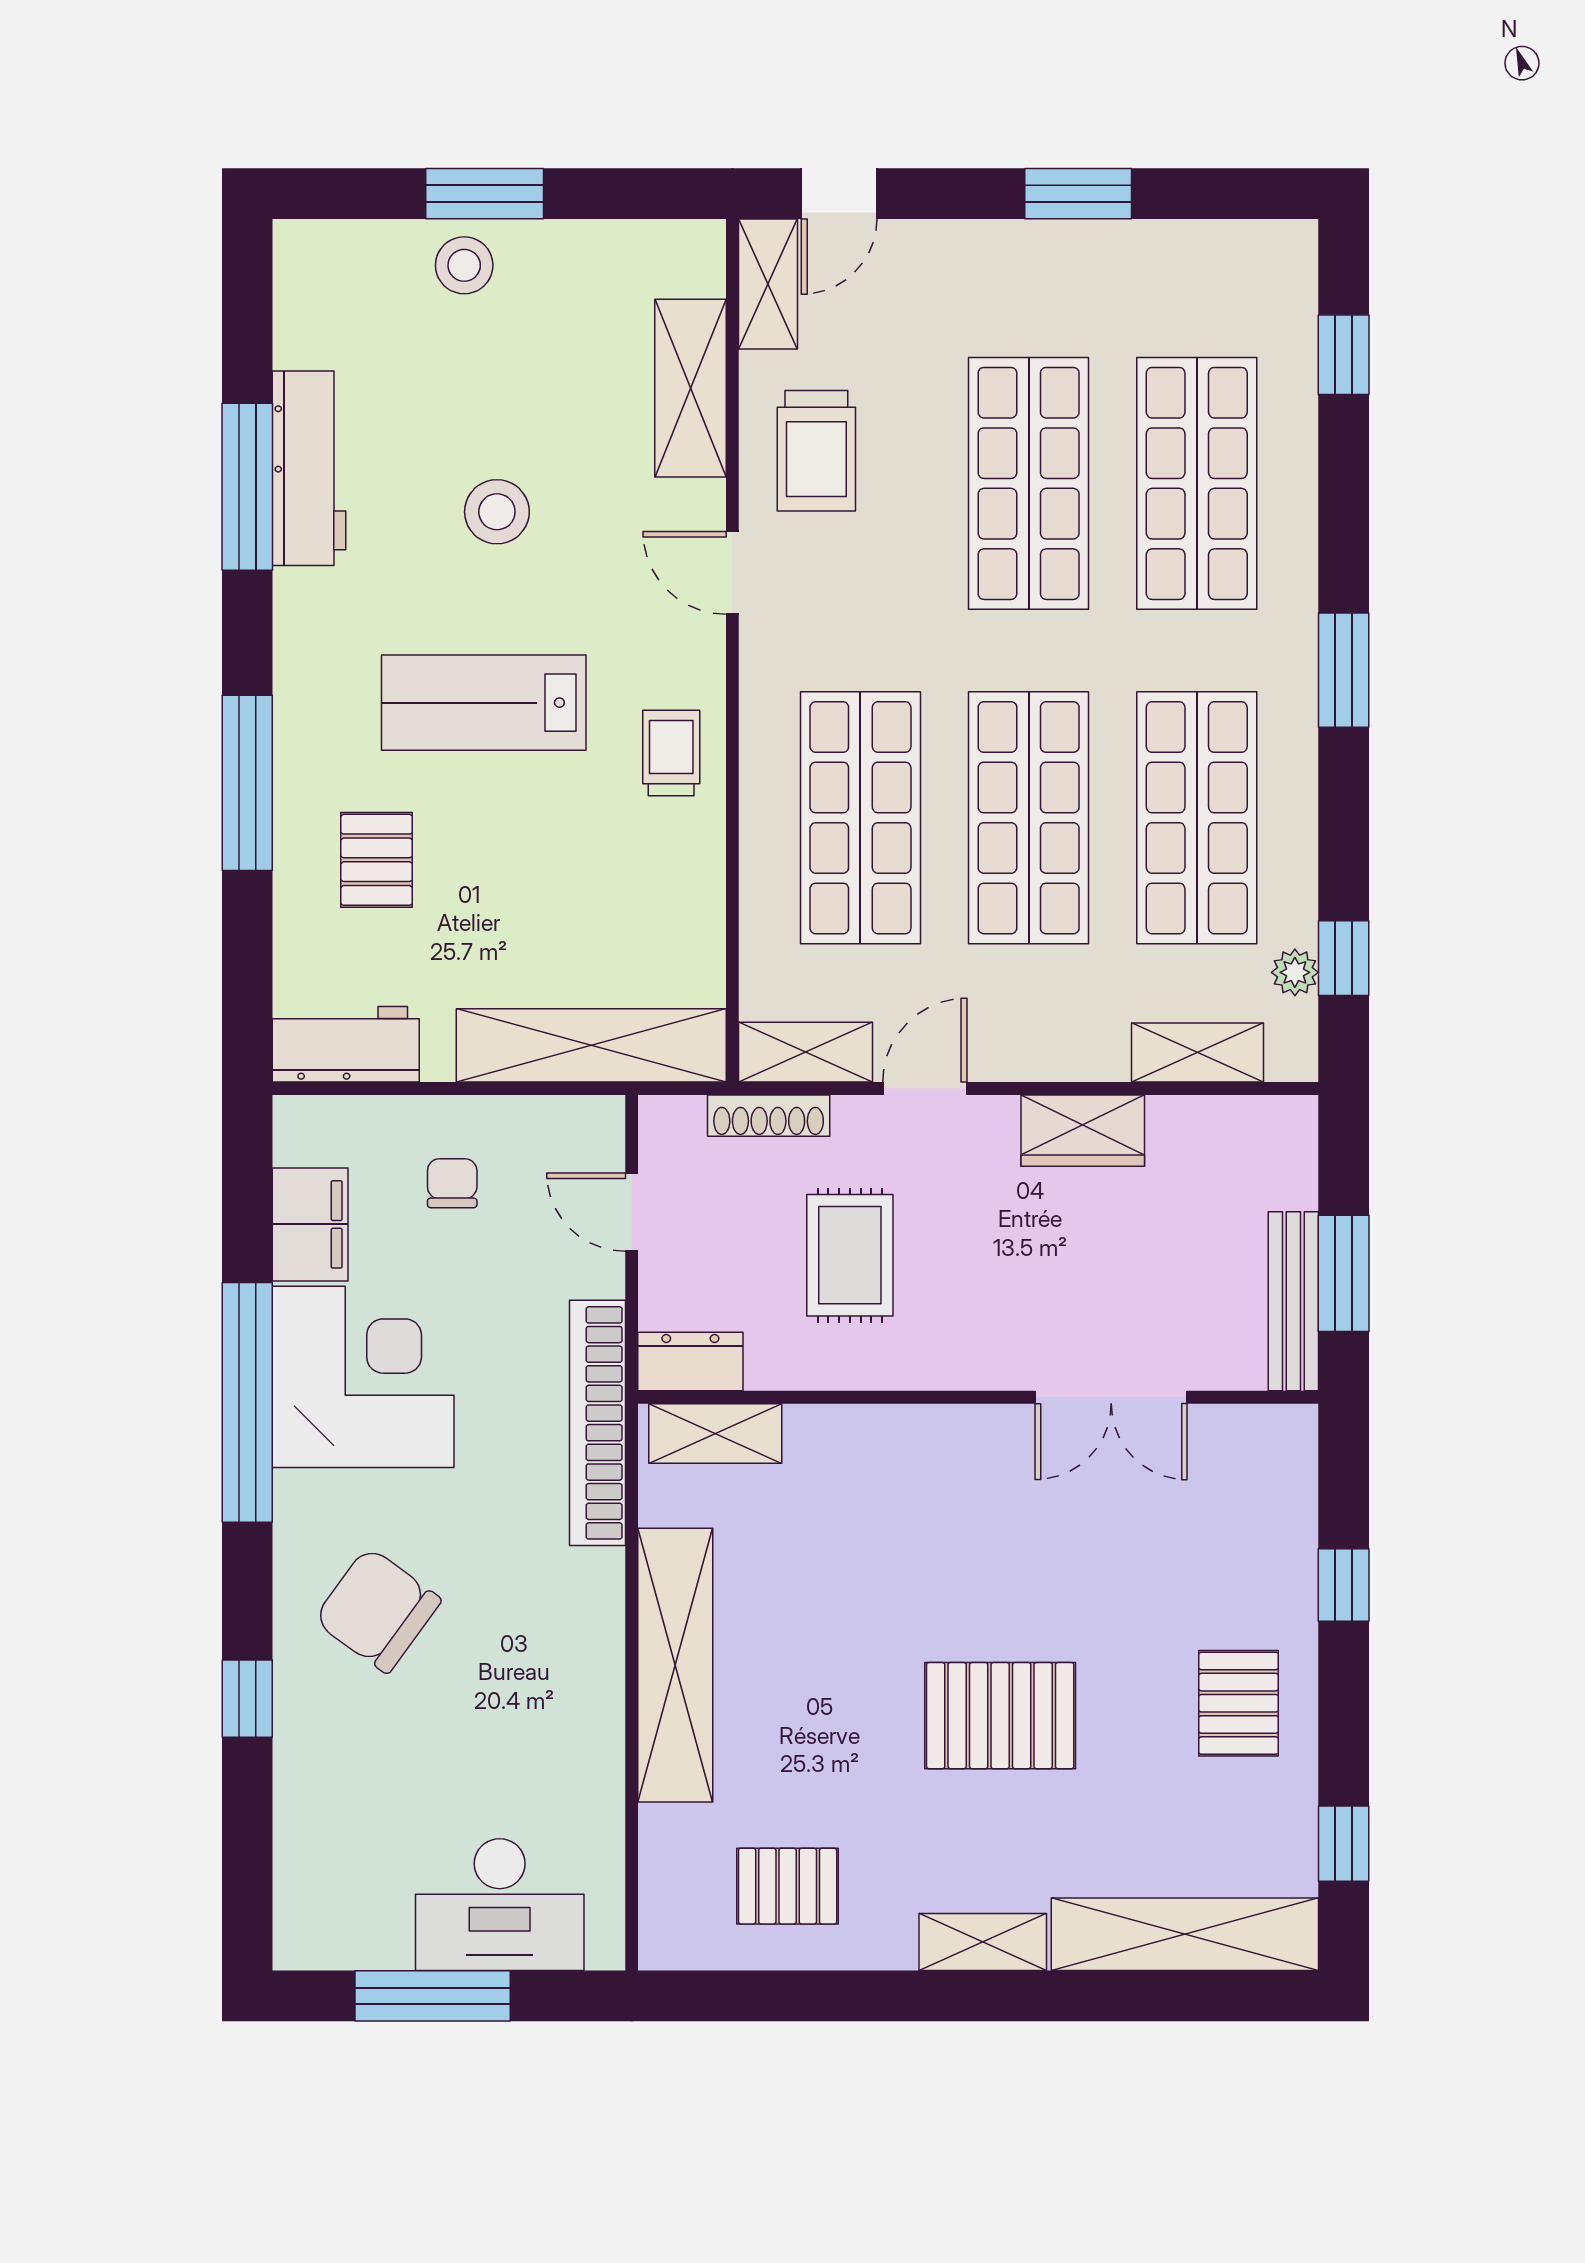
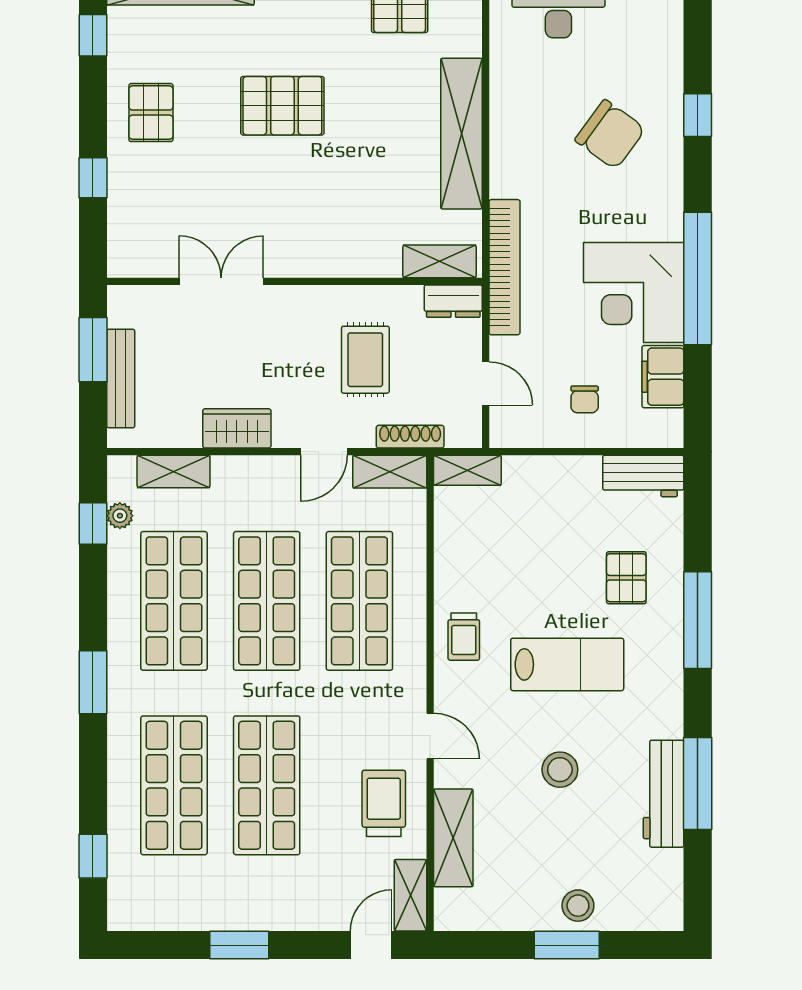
shelving: (591, 1045) -> (467, 470), width x0.45, depth x0.75
bench: (1293, 1301) -> (121, 379), moved
chair: (377, 1610) -> (610, 134), moved

